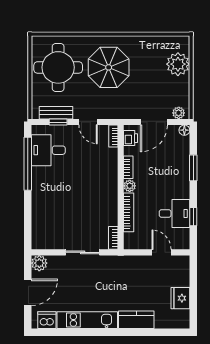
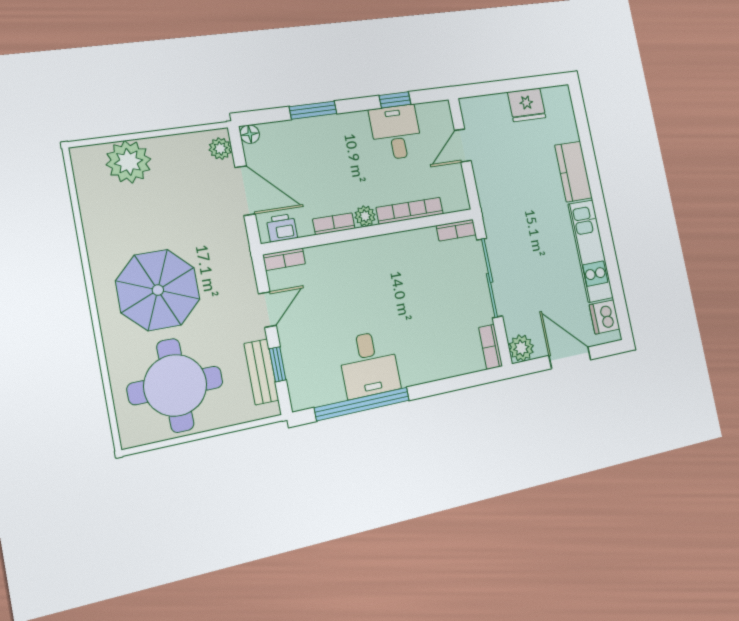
desk: (48, 150) -> (369, 364), moved
bookcase: (44, 245) -> (491, 347), added
sliding door: (83, 252) -> (490, 278), width x1.37

